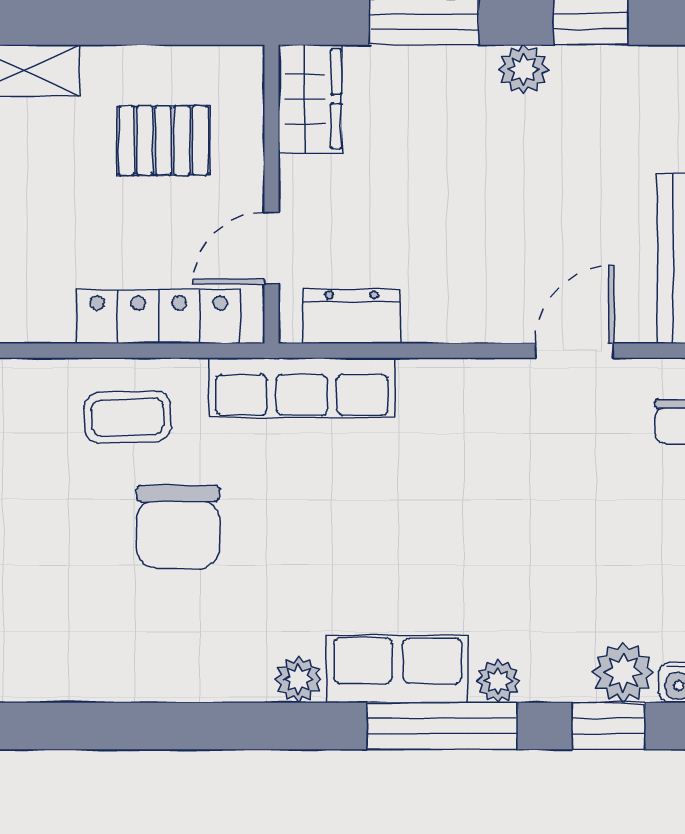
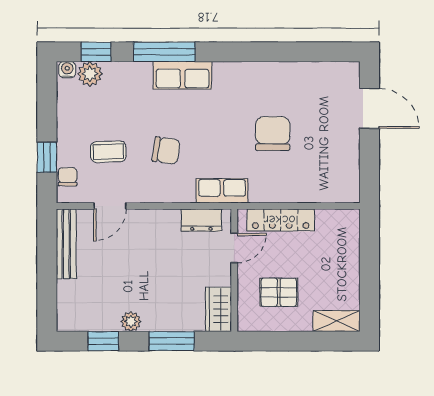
row of seats: (302, 387) -> (222, 191), width x0.68
coffee table: (128, 417) -> (108, 152), moved
chair: (438, 486) -> (166, 150), added
plant: (299, 679) -> (223, 71), removed
plant: (498, 681) -> (141, 70), removed

